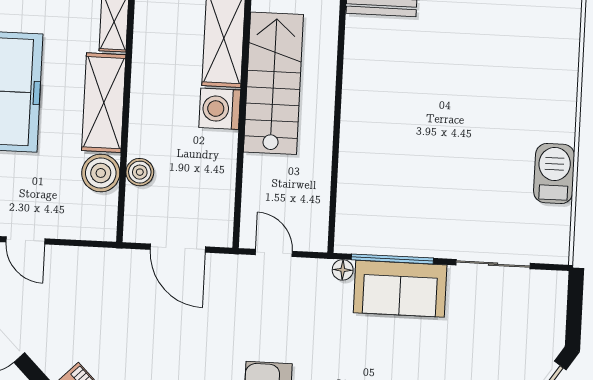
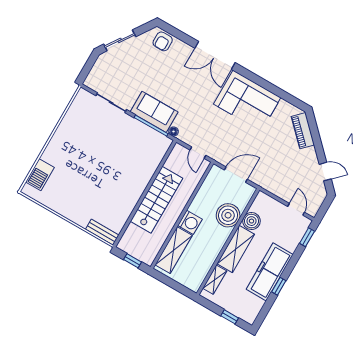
stairs: (273, 83) -> (157, 200), moved, turned 180
boiler: (140, 172) -> (228, 215), width x1.86, depth x1.86
barbecue: (554, 174) -> (40, 175), moved
door: (178, 248) -> (236, 175), hinge flipped

